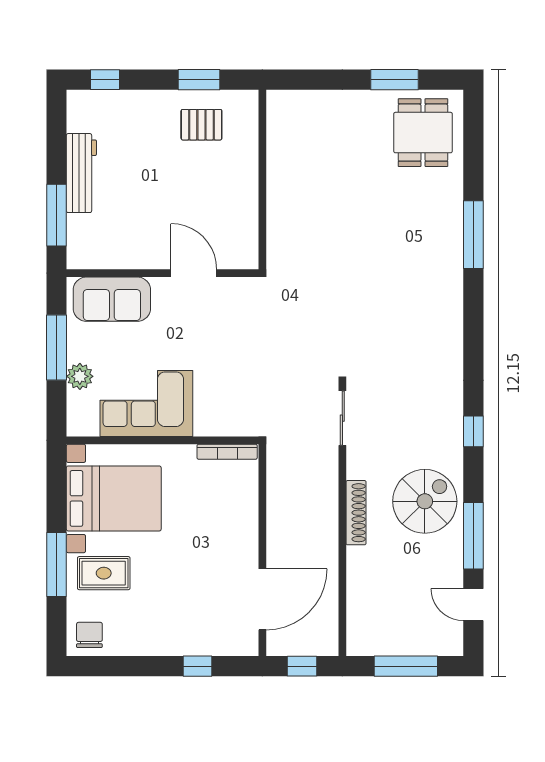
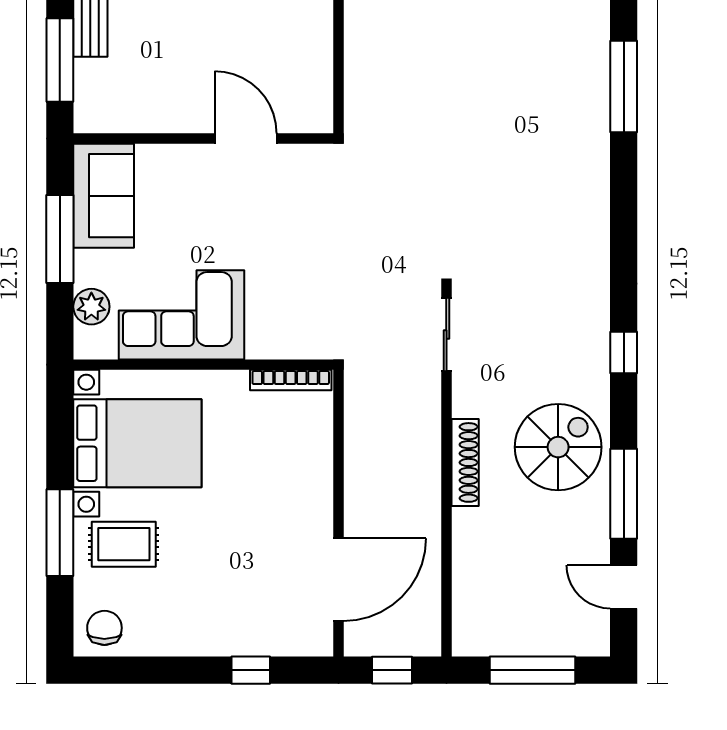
sofa: (112, 299) -> (104, 196), moved, turned -90
plant: (80, 376) -> (91, 307), moved

